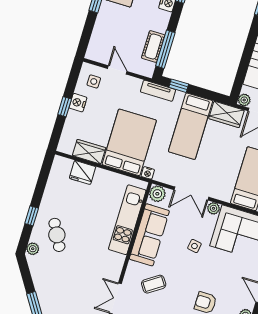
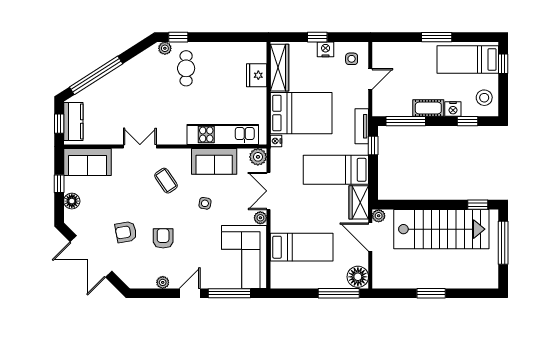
cot: (153, 47) -> (428, 108), moved
wardrobe: (89, 152) -> (280, 68), width x1.50
window: (32, 216) -> (178, 37), moved
cafe table: (57, 235) -> (186, 68), turned -62
sofa: (149, 235) -> (214, 161), width x0.73
side table: (194, 246) -> (205, 203), moved

